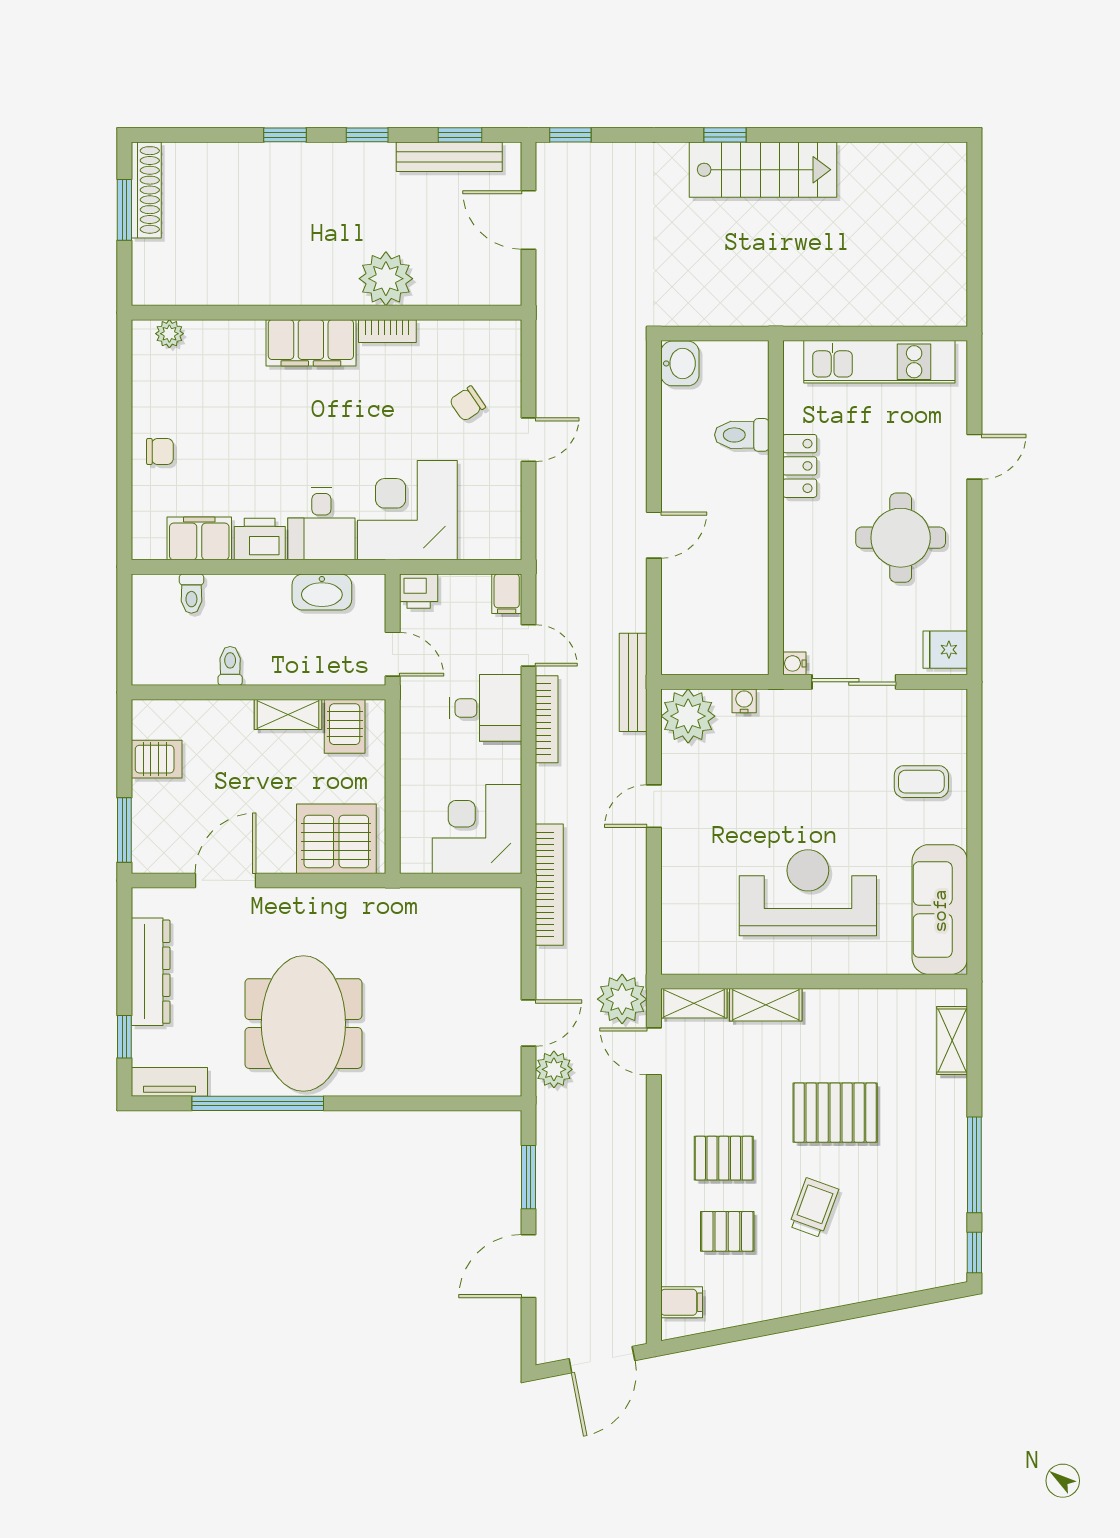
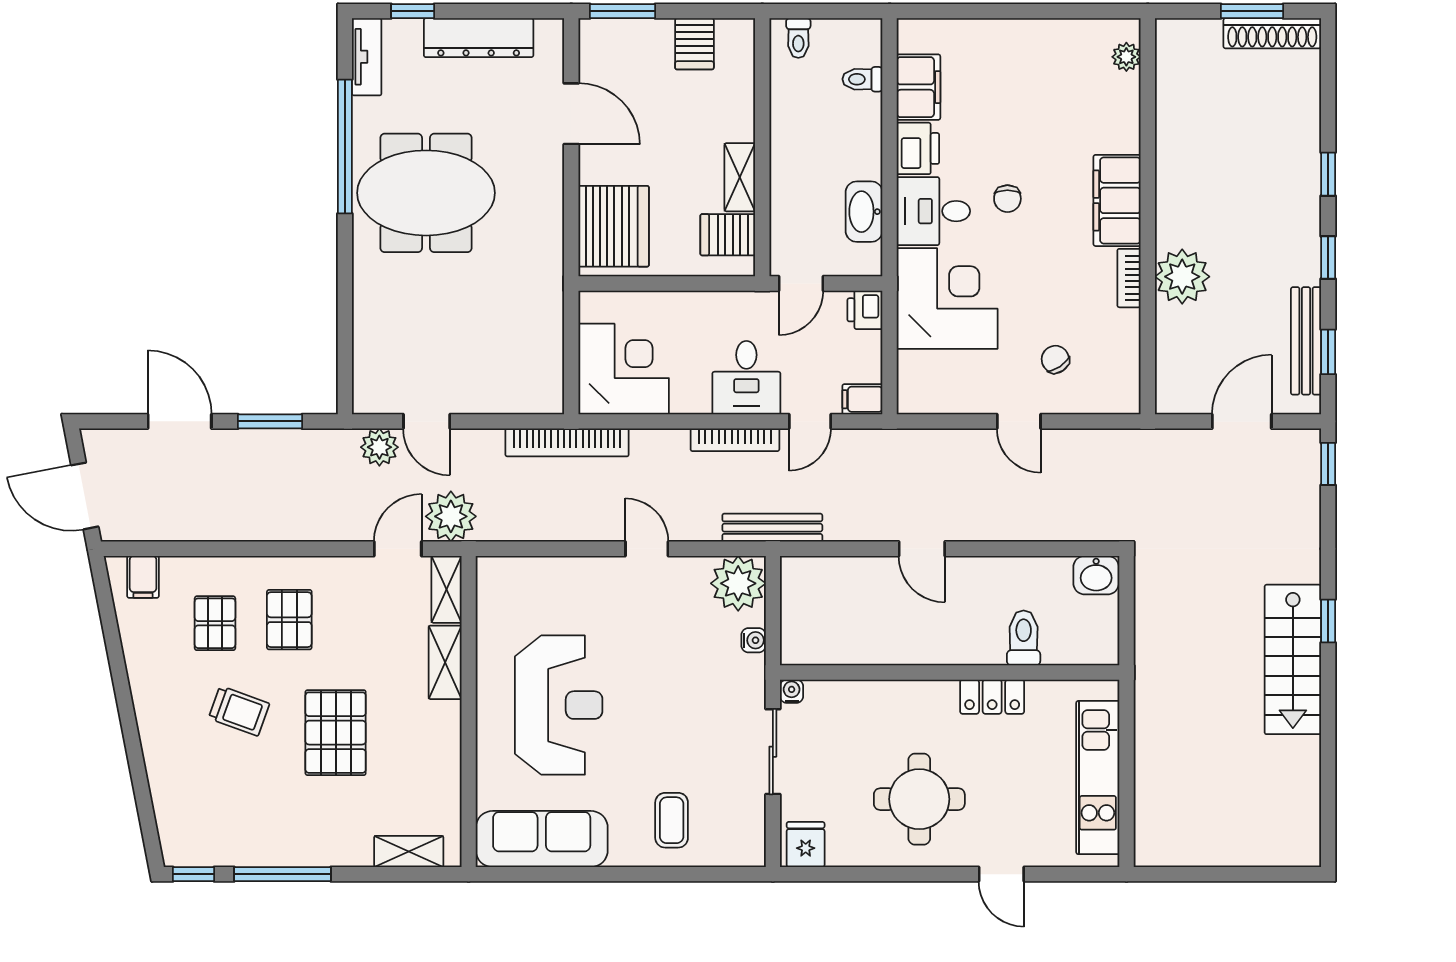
chair: (160, 452) -> (1007, 199), moved
toilet: (230, 666) -> (798, 38), moved, turned 90

